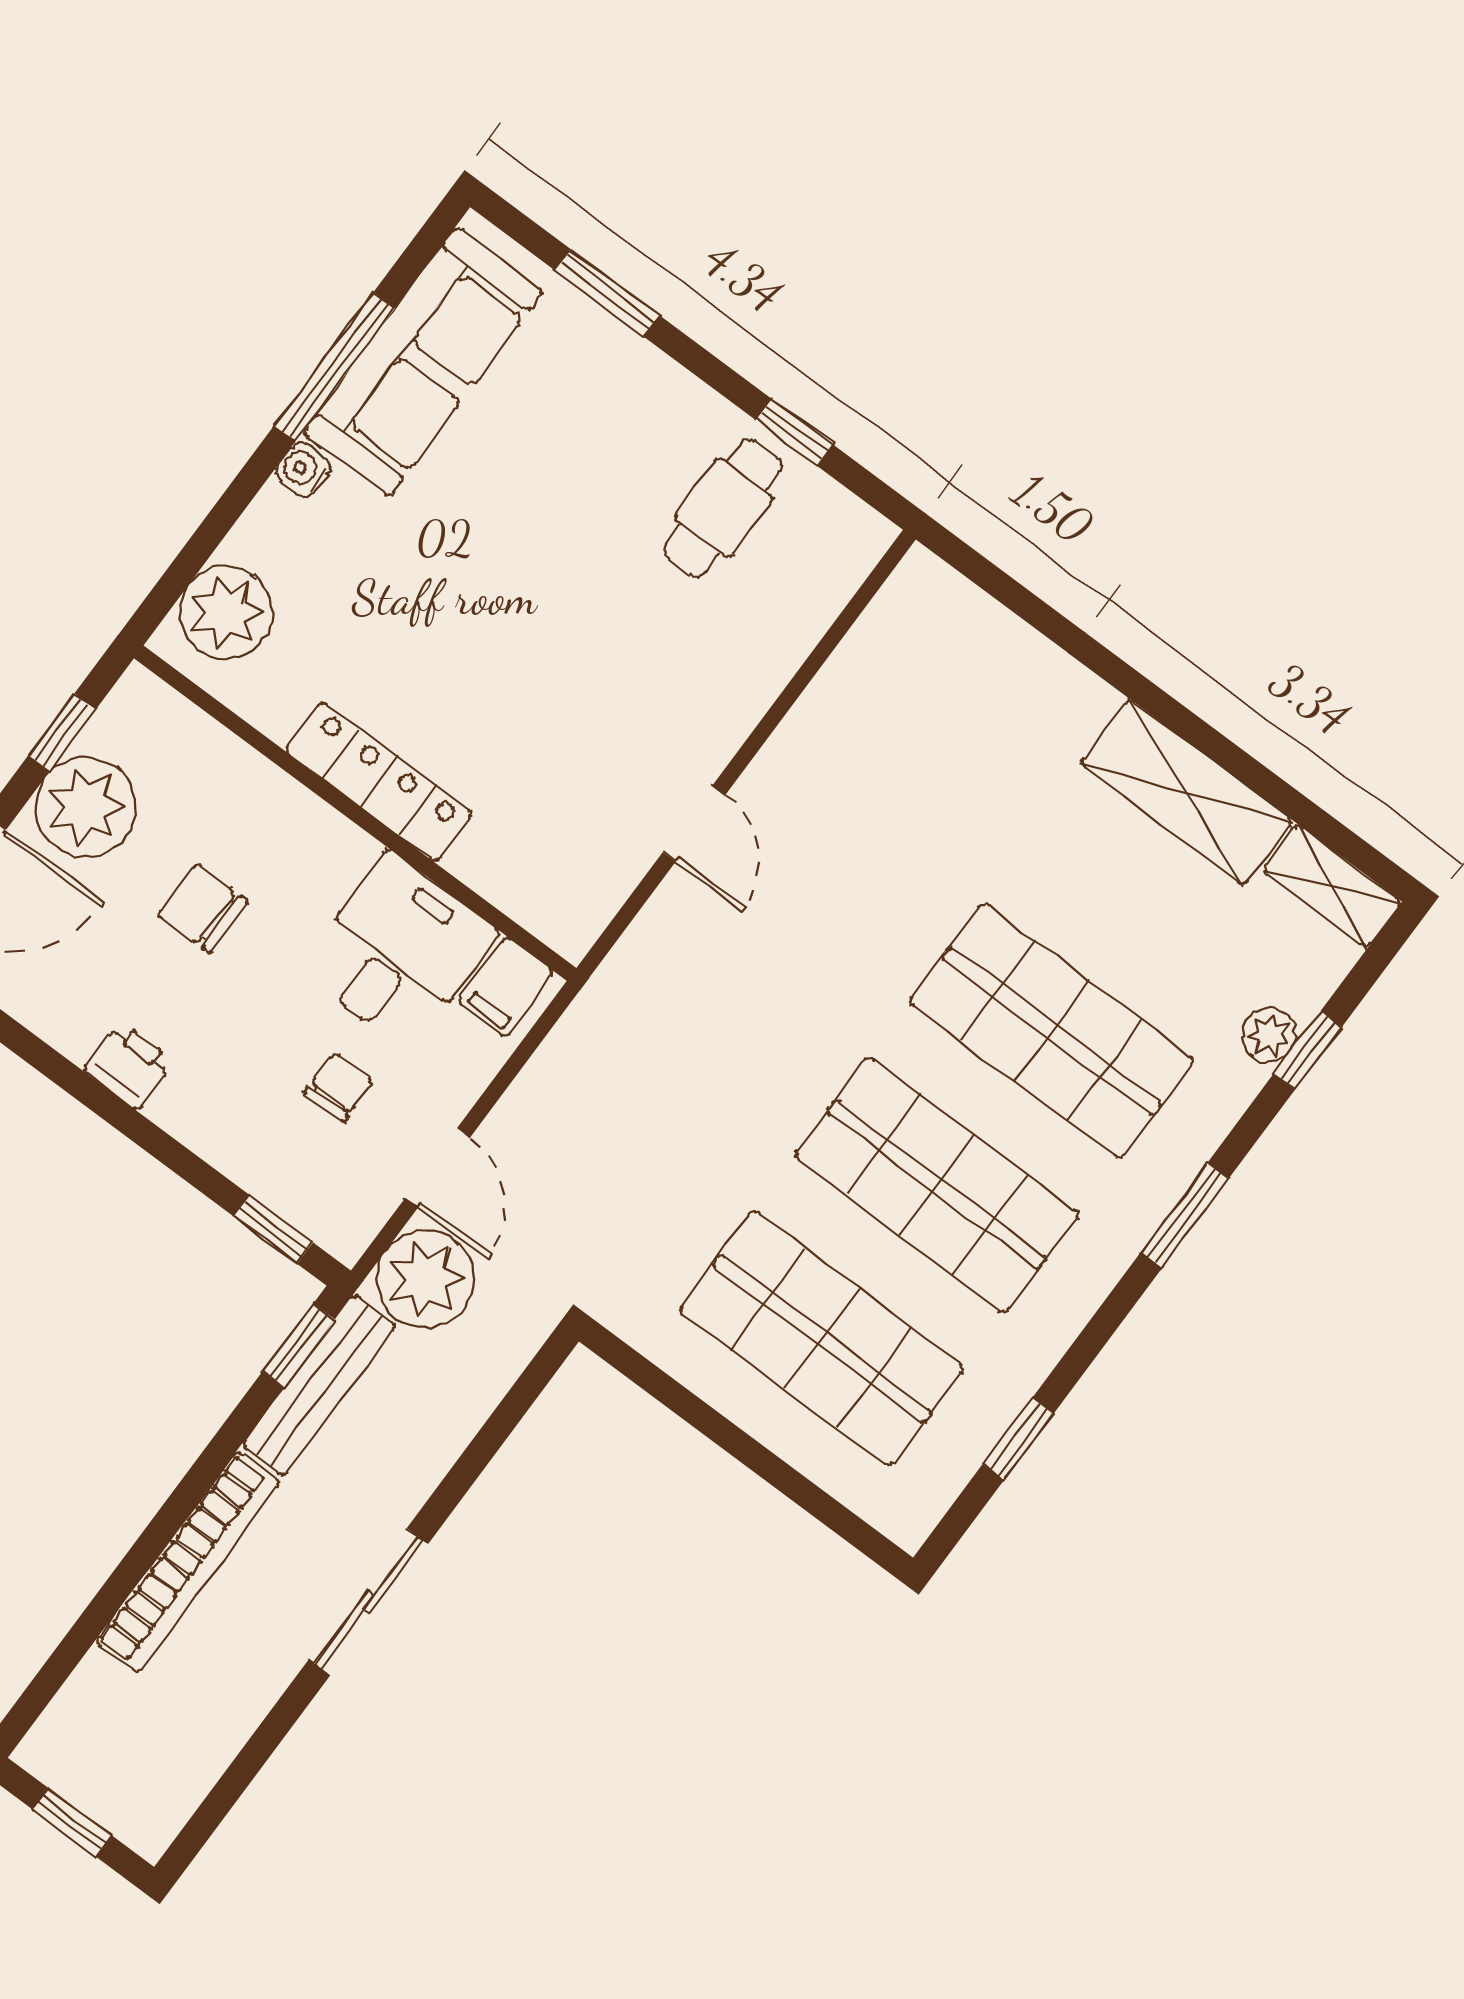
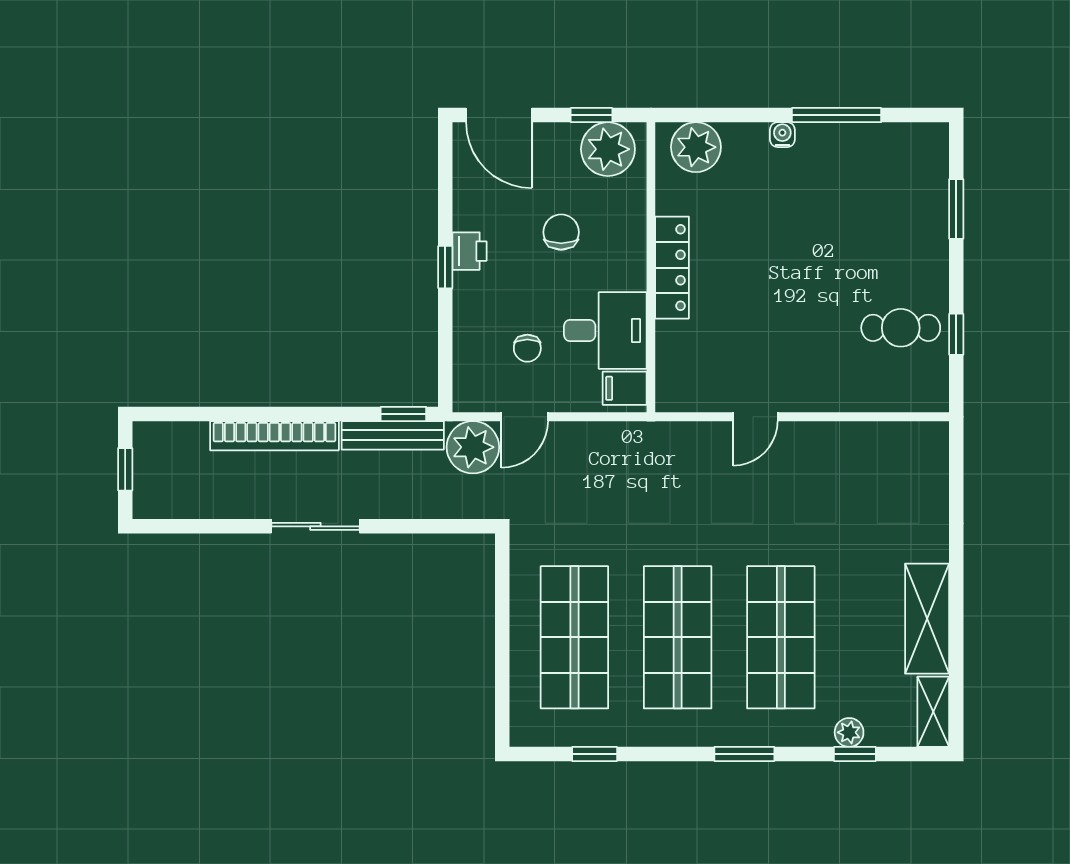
sofa: (423, 362) -> (867, 152), removed
plant: (85, 807) -> (608, 149), moved
chair: (338, 1087) -> (527, 348), turned 90
window: (273, 1229) -> (445, 267), moved

